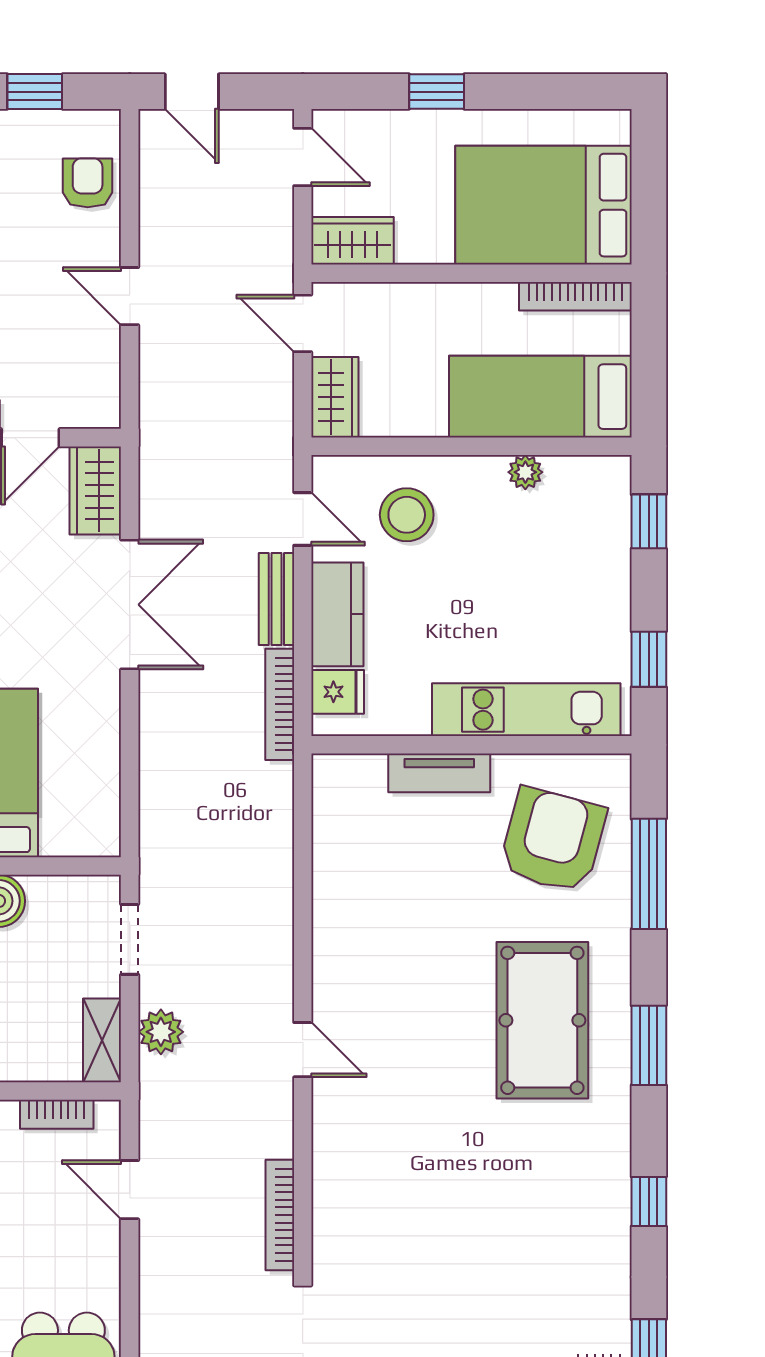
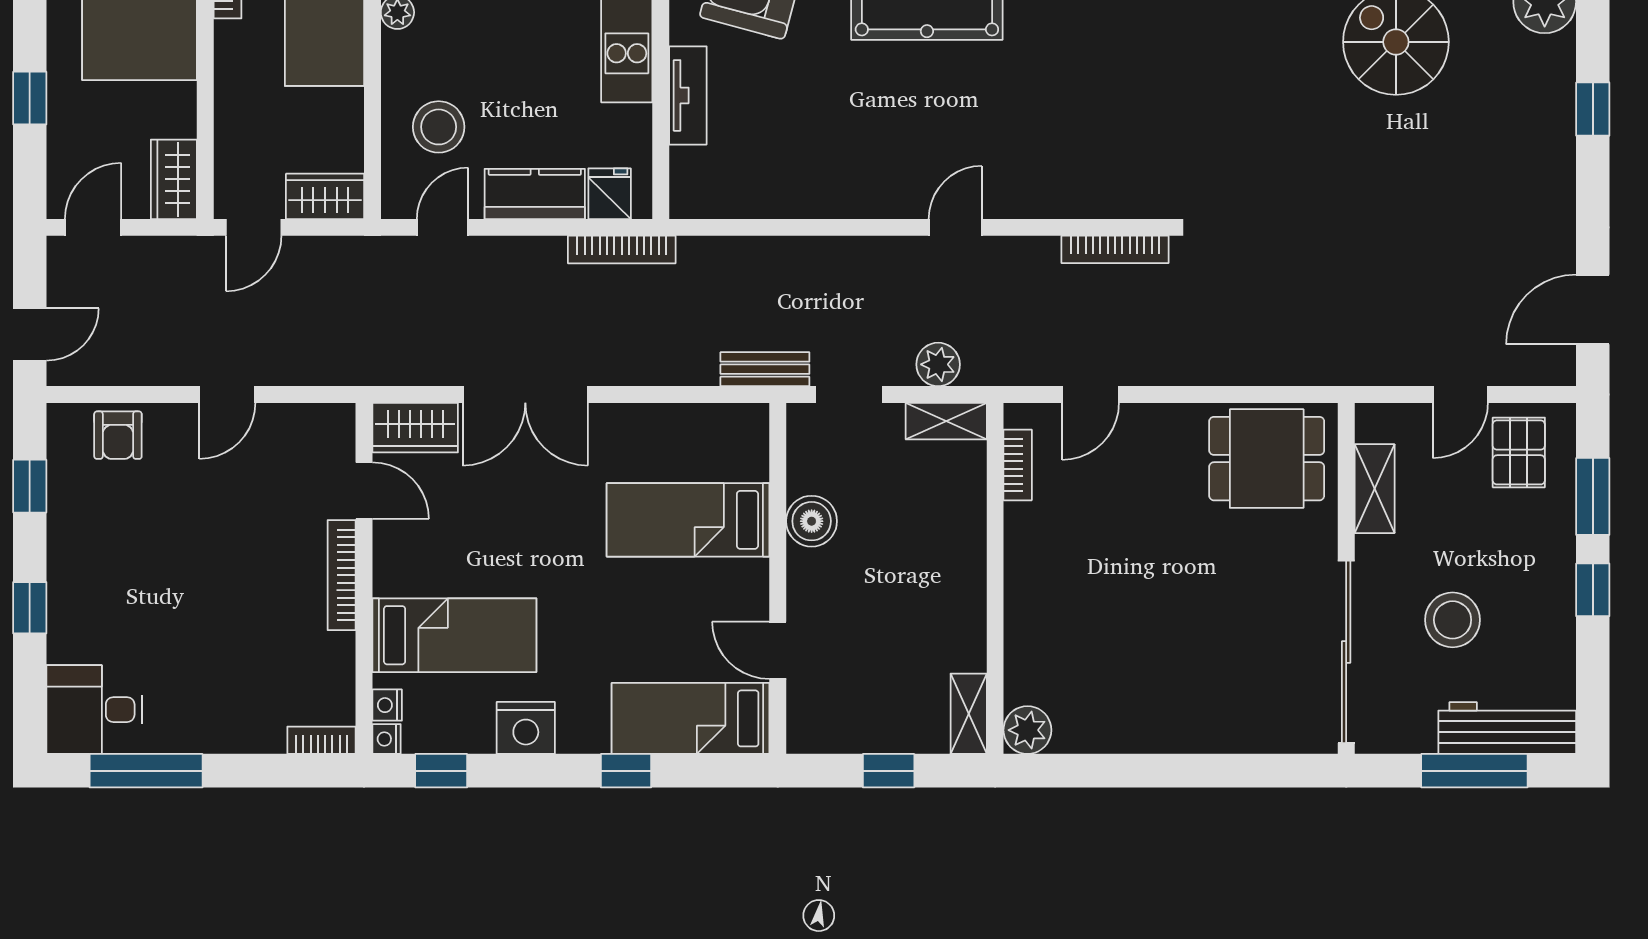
armchair: (88, 183) -> (118, 435), turned -90
bench: (276, 599) -> (765, 369), moved
double door: (130, 605) -> (525, 395), swing flipped

